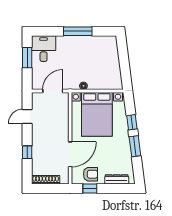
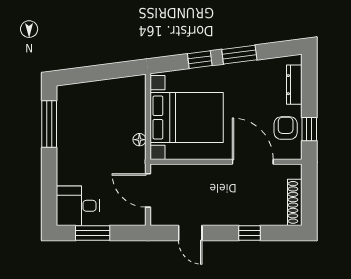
window: (78, 31) -> (49, 124), moved

